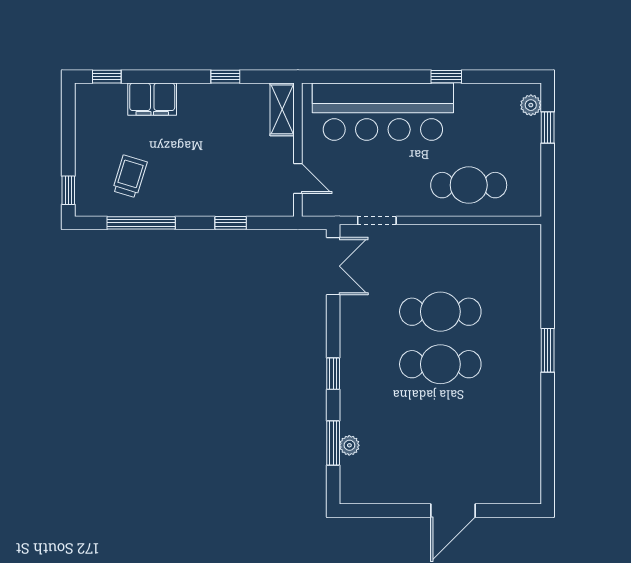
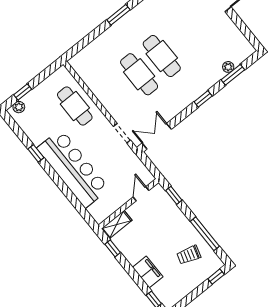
shelving: (282, 109) -> (117, 225), moved
wall: (298, 150) -> (129, 204), moved
door: (298, 179) -> (141, 194), moved

